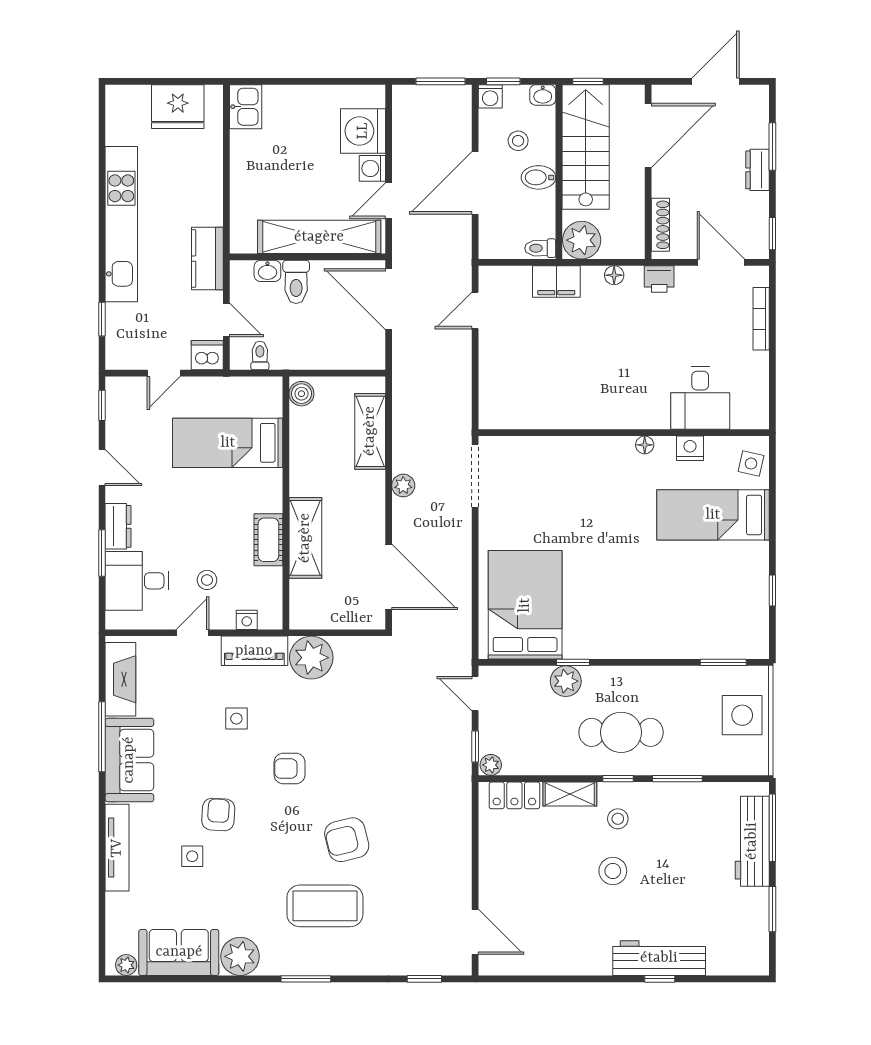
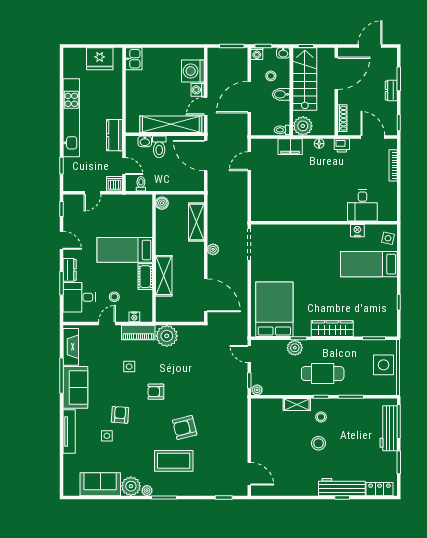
bed: (228, 443) -> (125, 250), moved
floor lamp: (645, 445) -> (335, 229), removed
wardrobe: (640, 643) -> (332, 329), added
locker: (514, 795) -> (380, 489), moved, turned 180
plant: (126, 965) -> (147, 491), moved

